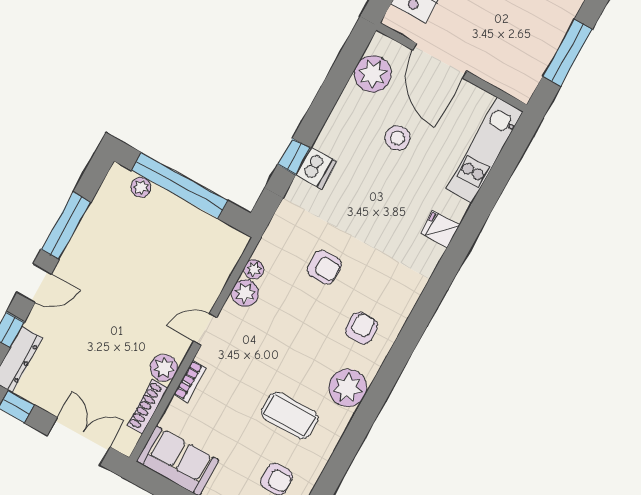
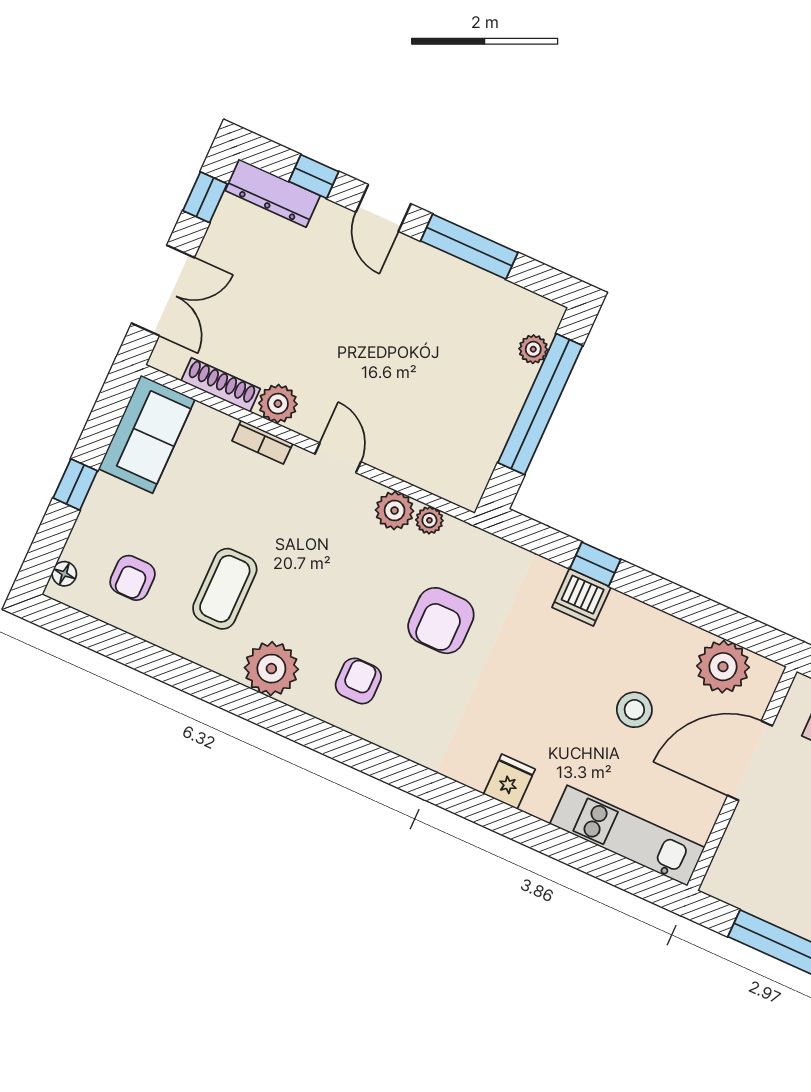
armchair: (324, 267) -> (441, 621), width x1.38, depth x1.38
armchair: (361, 328) -> (358, 681), turned -90

